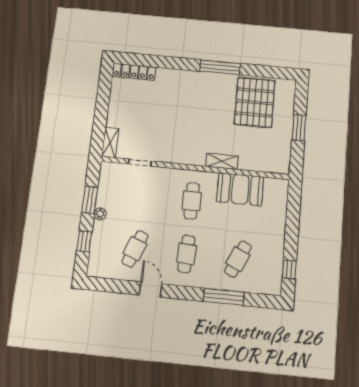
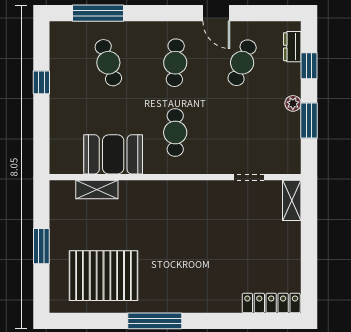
pallet: (255, 102) -> (103, 276), turned 90
shelving: (222, 161) -> (97, 190), moved
dresser: (95, 257) -> (292, 47), added
cafe table: (238, 259) -> (108, 63), turned -42
window: (289, 269) -> (41, 82), moved
window: (224, 297) -> (98, 13), moved

